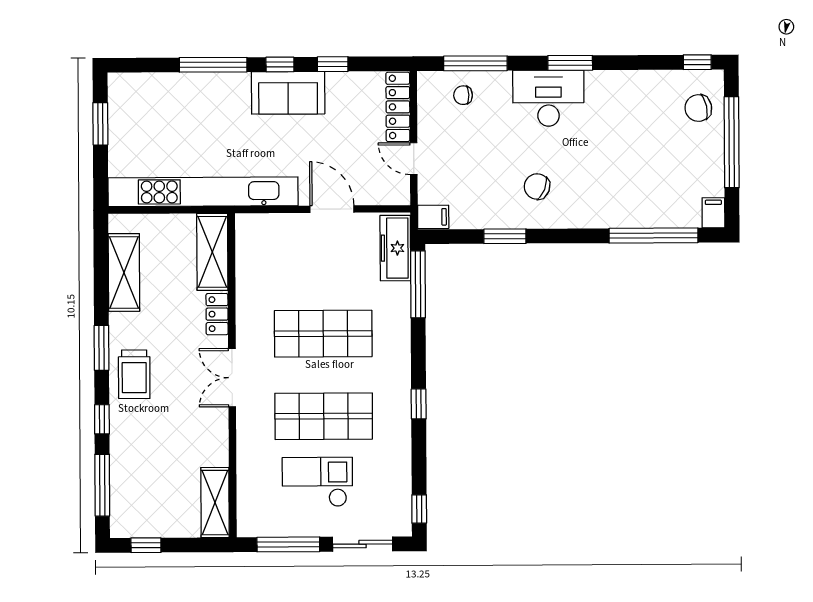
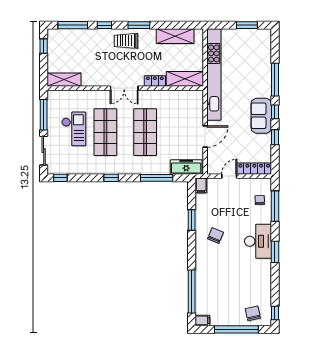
window: (418, 284) -> (157, 178), moved
double door: (232, 378) -> (124, 88), swing flipped

